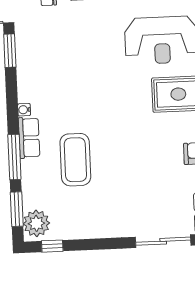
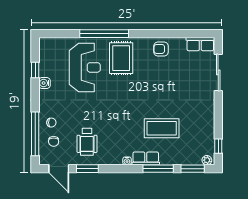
wheelchair: (50, 48) -> (87, 142), added
plant: (36, 223) -> (207, 160), width x0.53, depth x0.53

